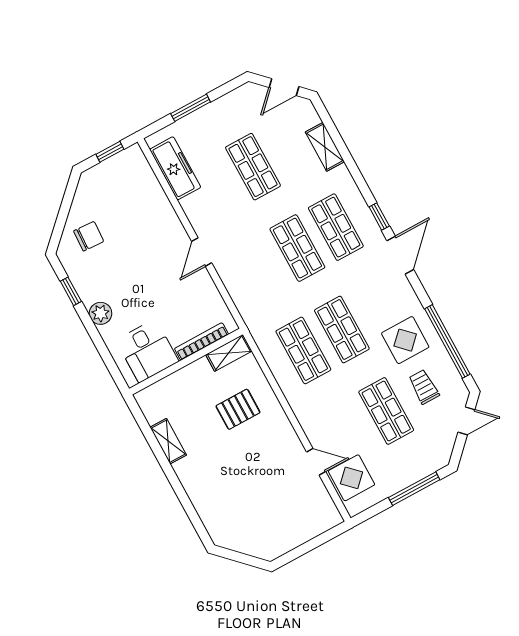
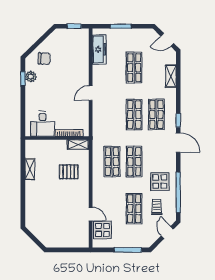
door: (400, 255) -> (178, 143), hinge flipped
plant: (101, 313) -> (31, 77), moved
door: (466, 421) -> (167, 232), swing flipped

